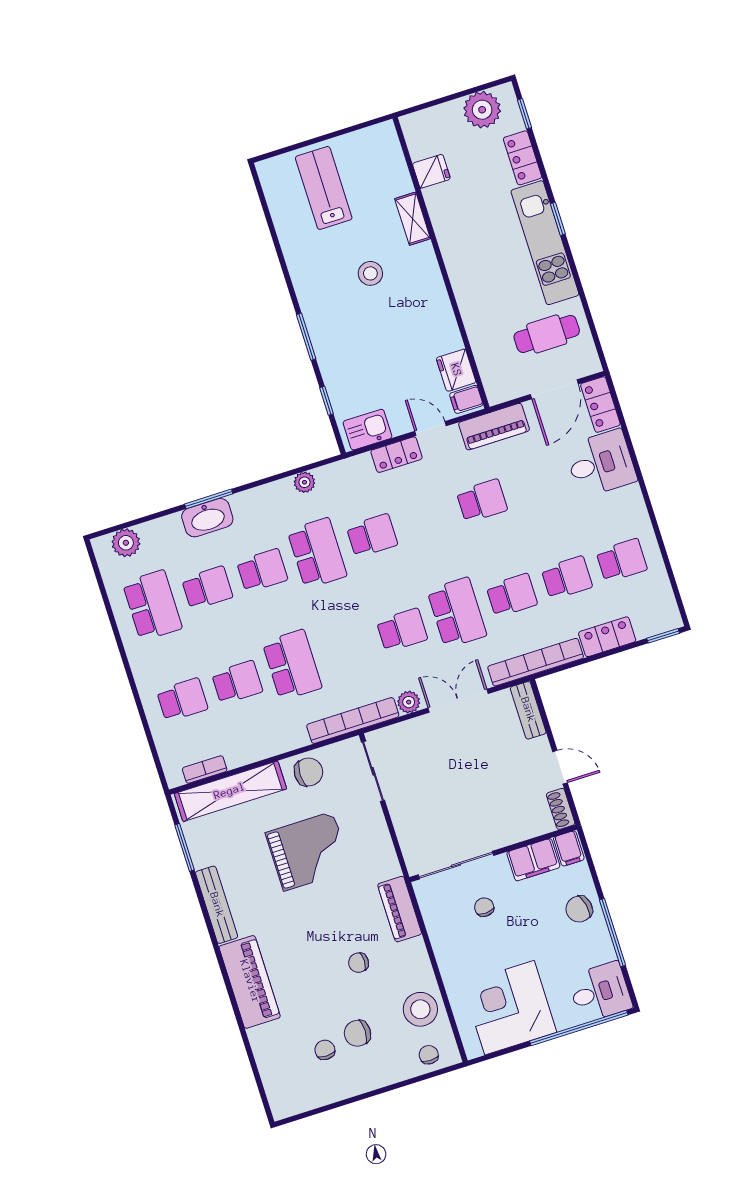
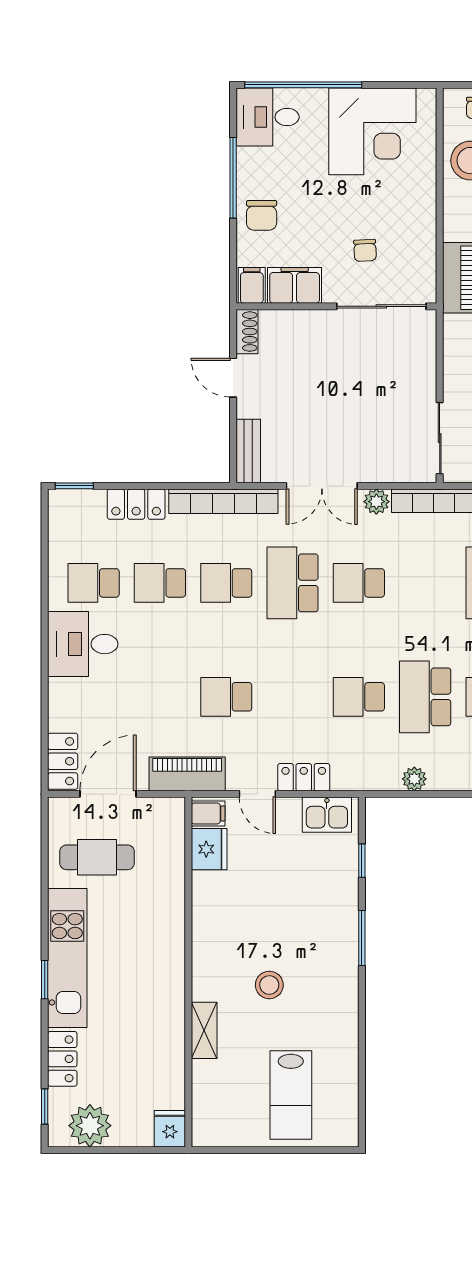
fridge: (431, 171) -> (170, 1129), moved, turned 90
desk: (601, 463) -> (83, 644), moved
chair: (579, 909) -> (262, 215), turned 102

